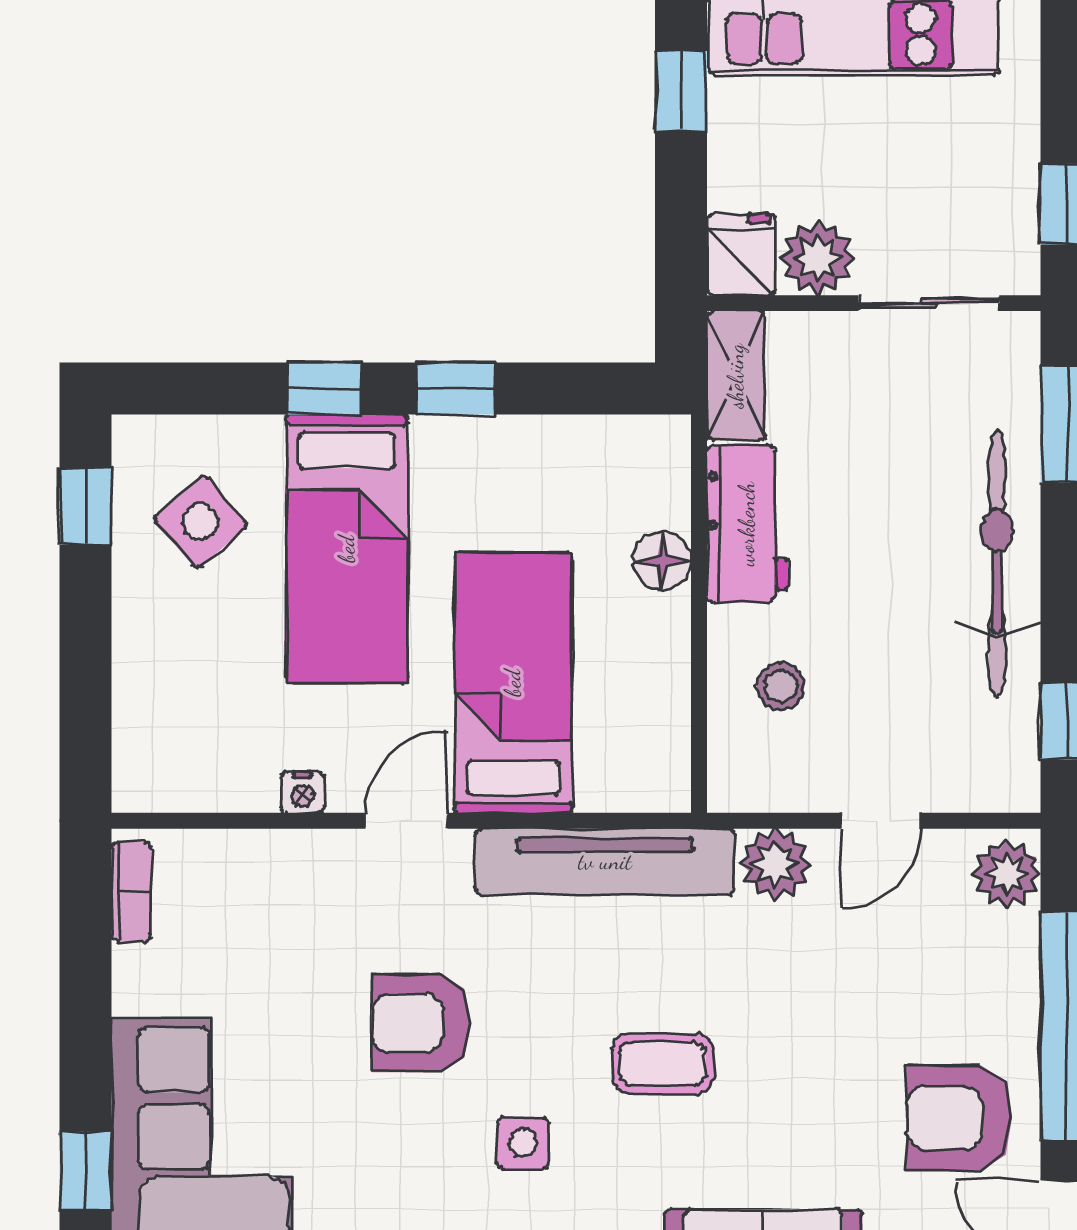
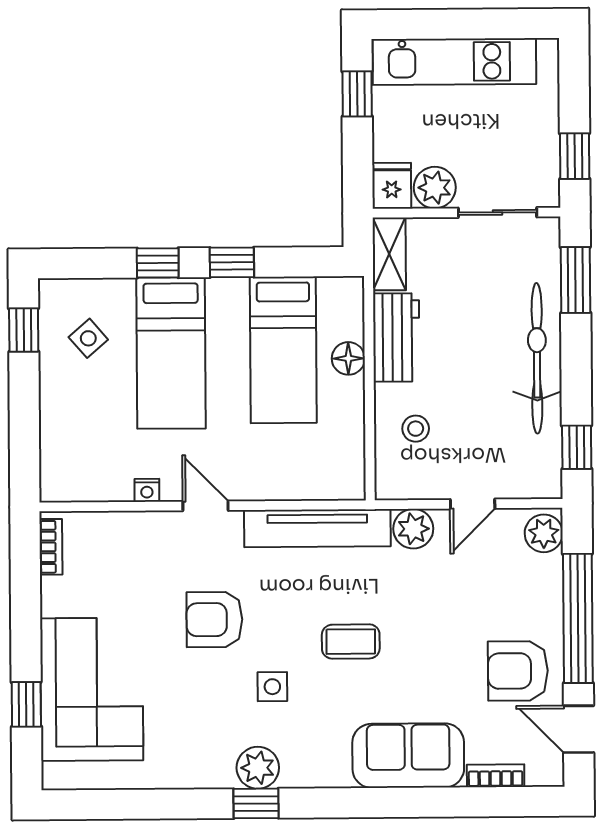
side table: (200, 522) -> (88, 338), width x0.73, depth x0.73
bed: (513, 683) -> (283, 350), moved, turned 180
door: (406, 821) -> (206, 506), hinge flipped

